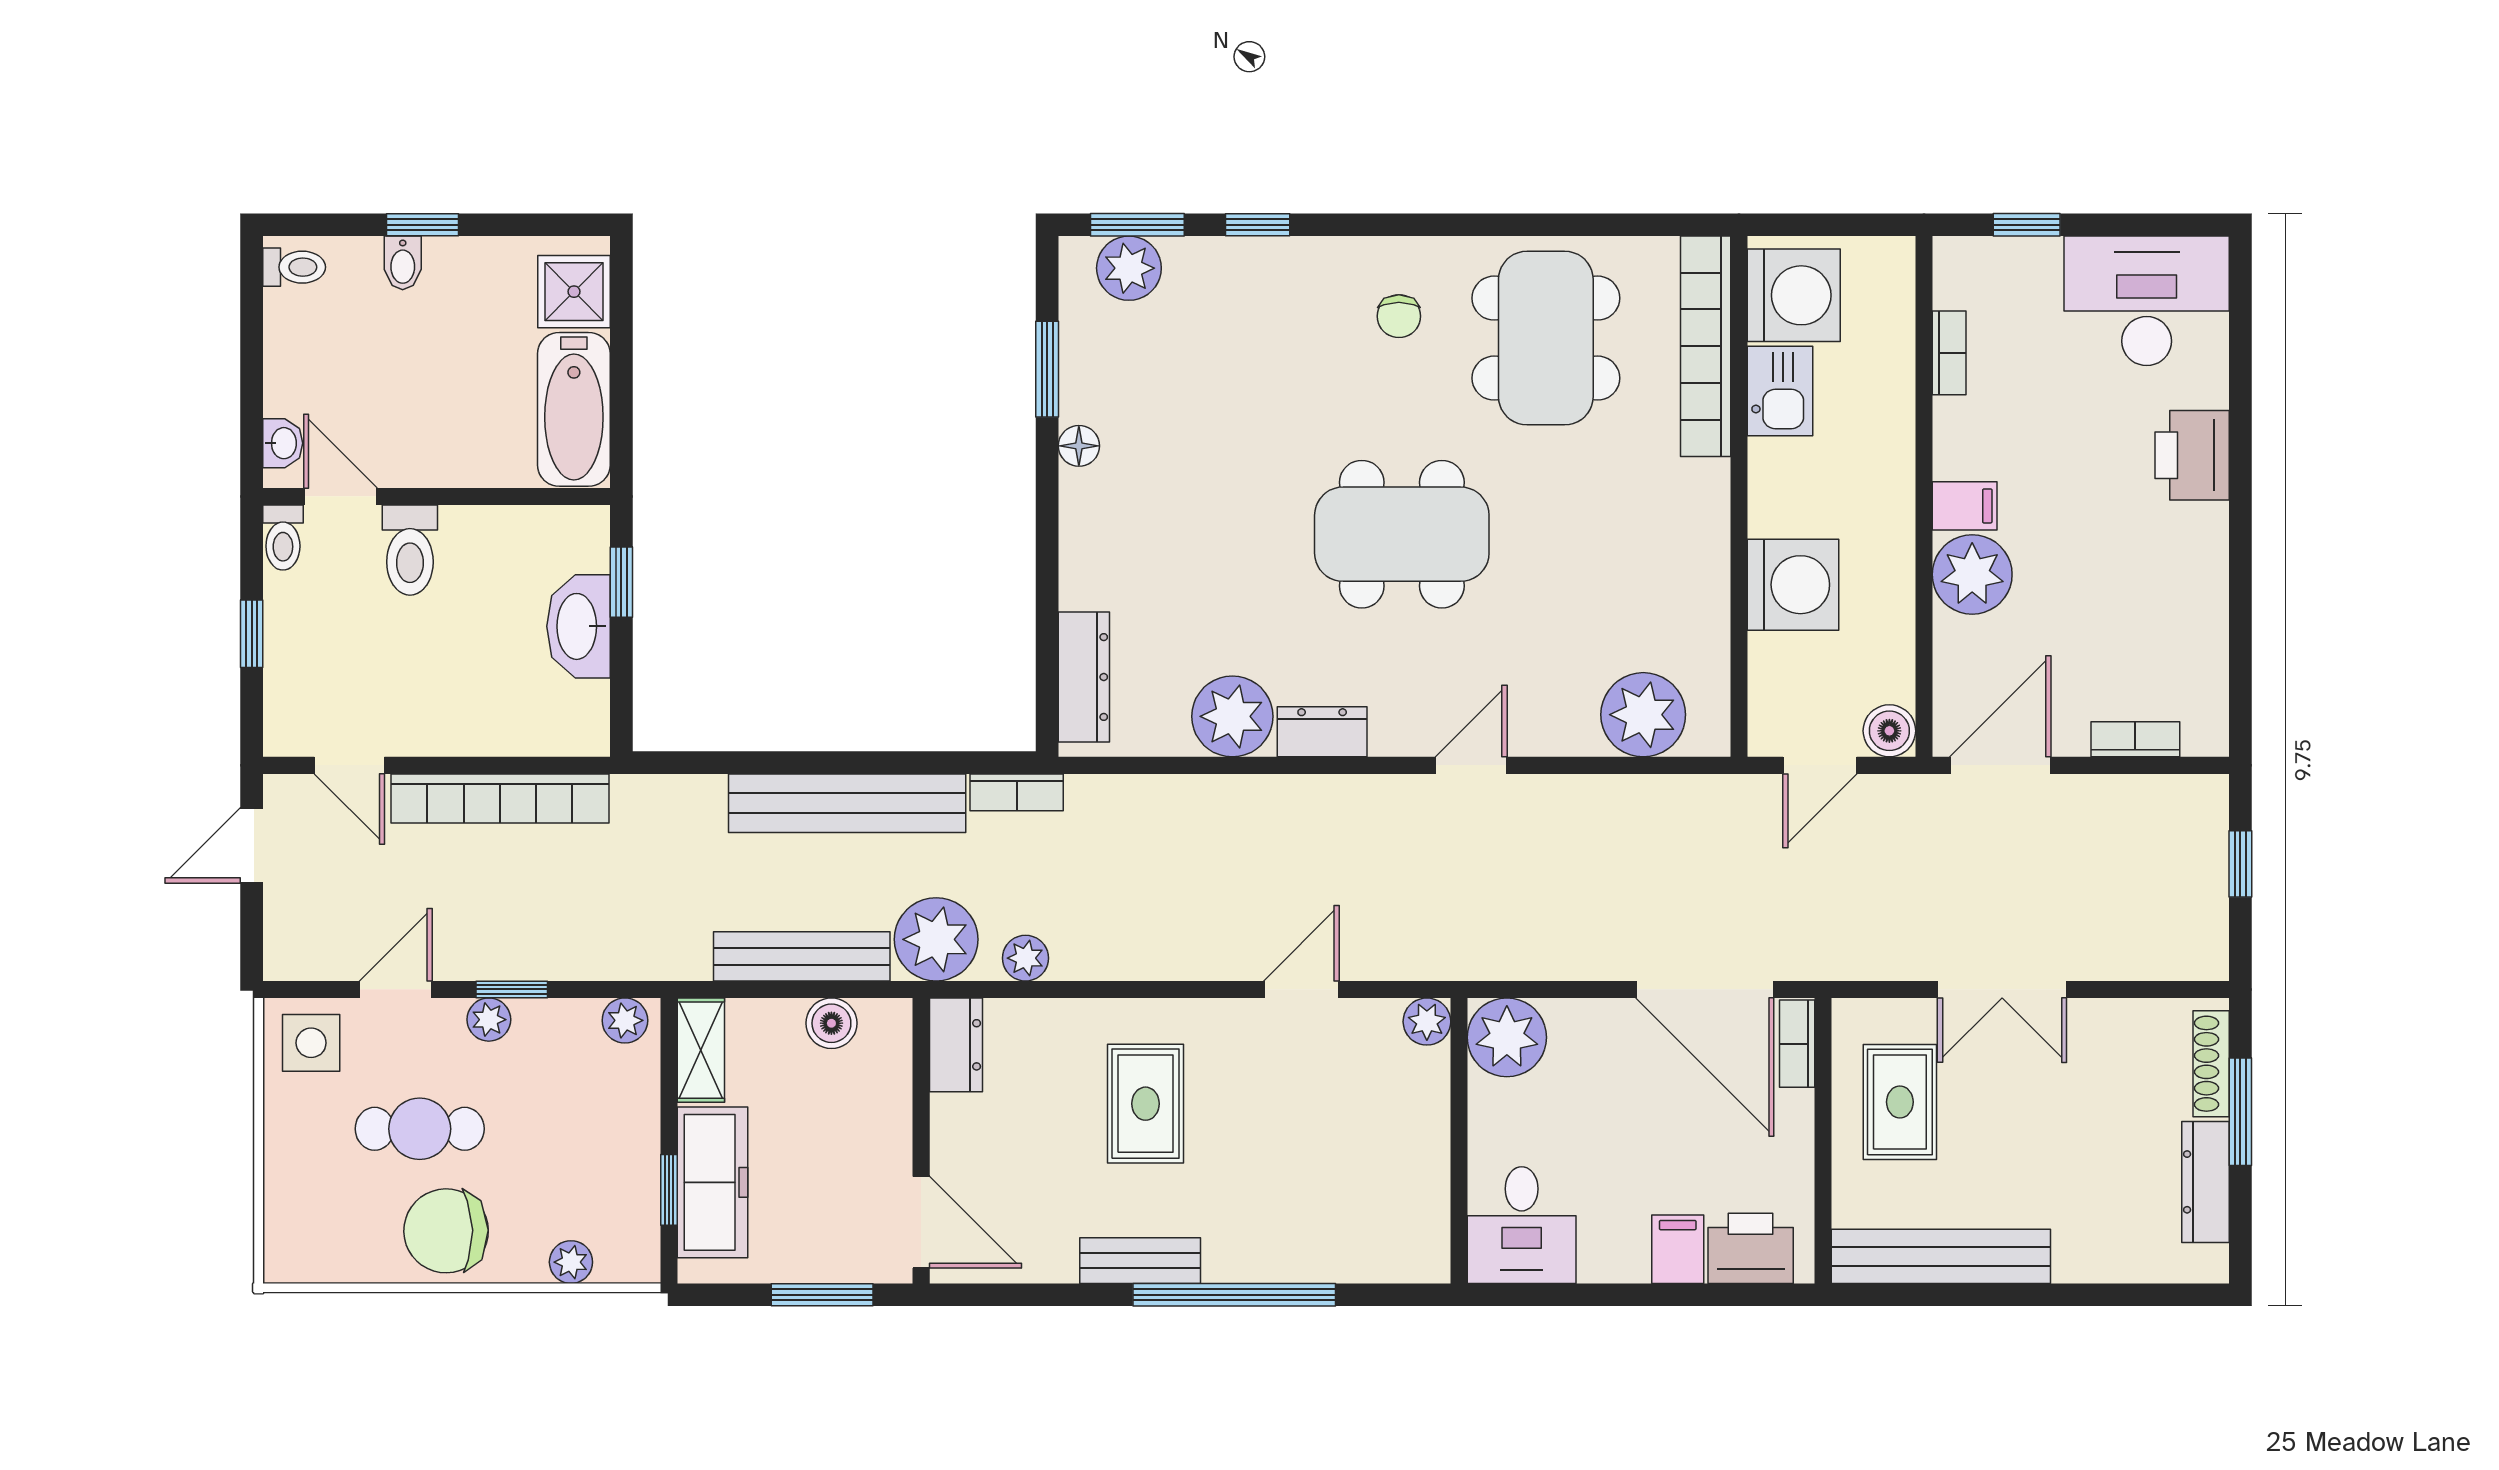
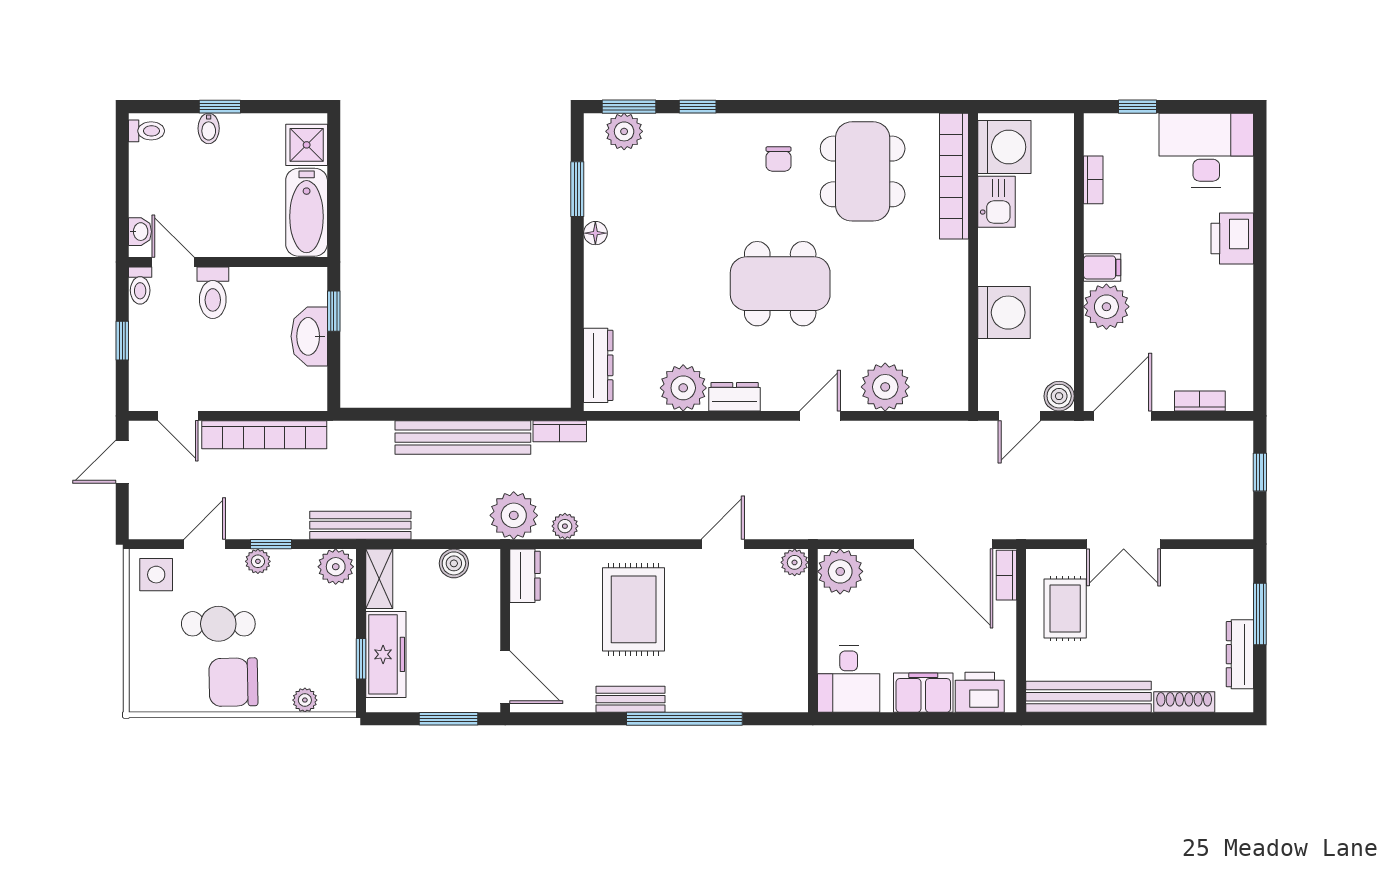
plant: (1643, 715) -> (885, 387), moved
bench: (802, 956) -> (360, 525), moved
plant: (625, 1020) -> (336, 567), width x1.38, depth x1.38
shoe rack: (2211, 1064) -> (1184, 702), moved, turned 90
rug: (1145, 1104) -> (634, 609), width x1.36, depth x1.43
filing cabinet: (1678, 1249) -> (923, 693), width x2.00

